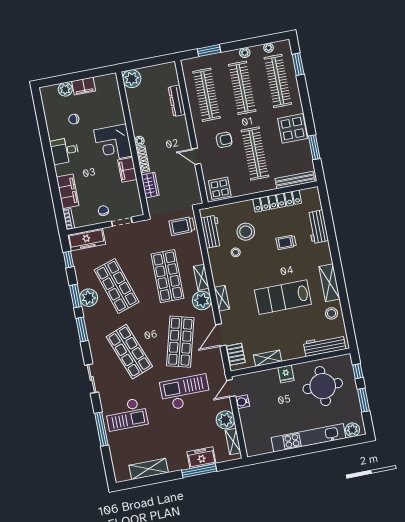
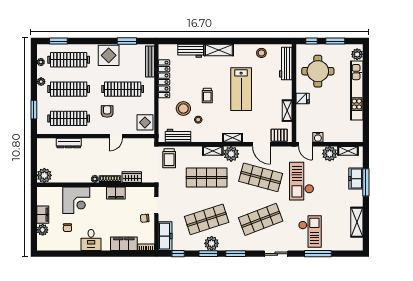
corner desk: (113, 143) -> (76, 200), moved
trolley: (286, 242) -> (207, 96), moved
shelving: (329, 283) -> (219, 50), moved

